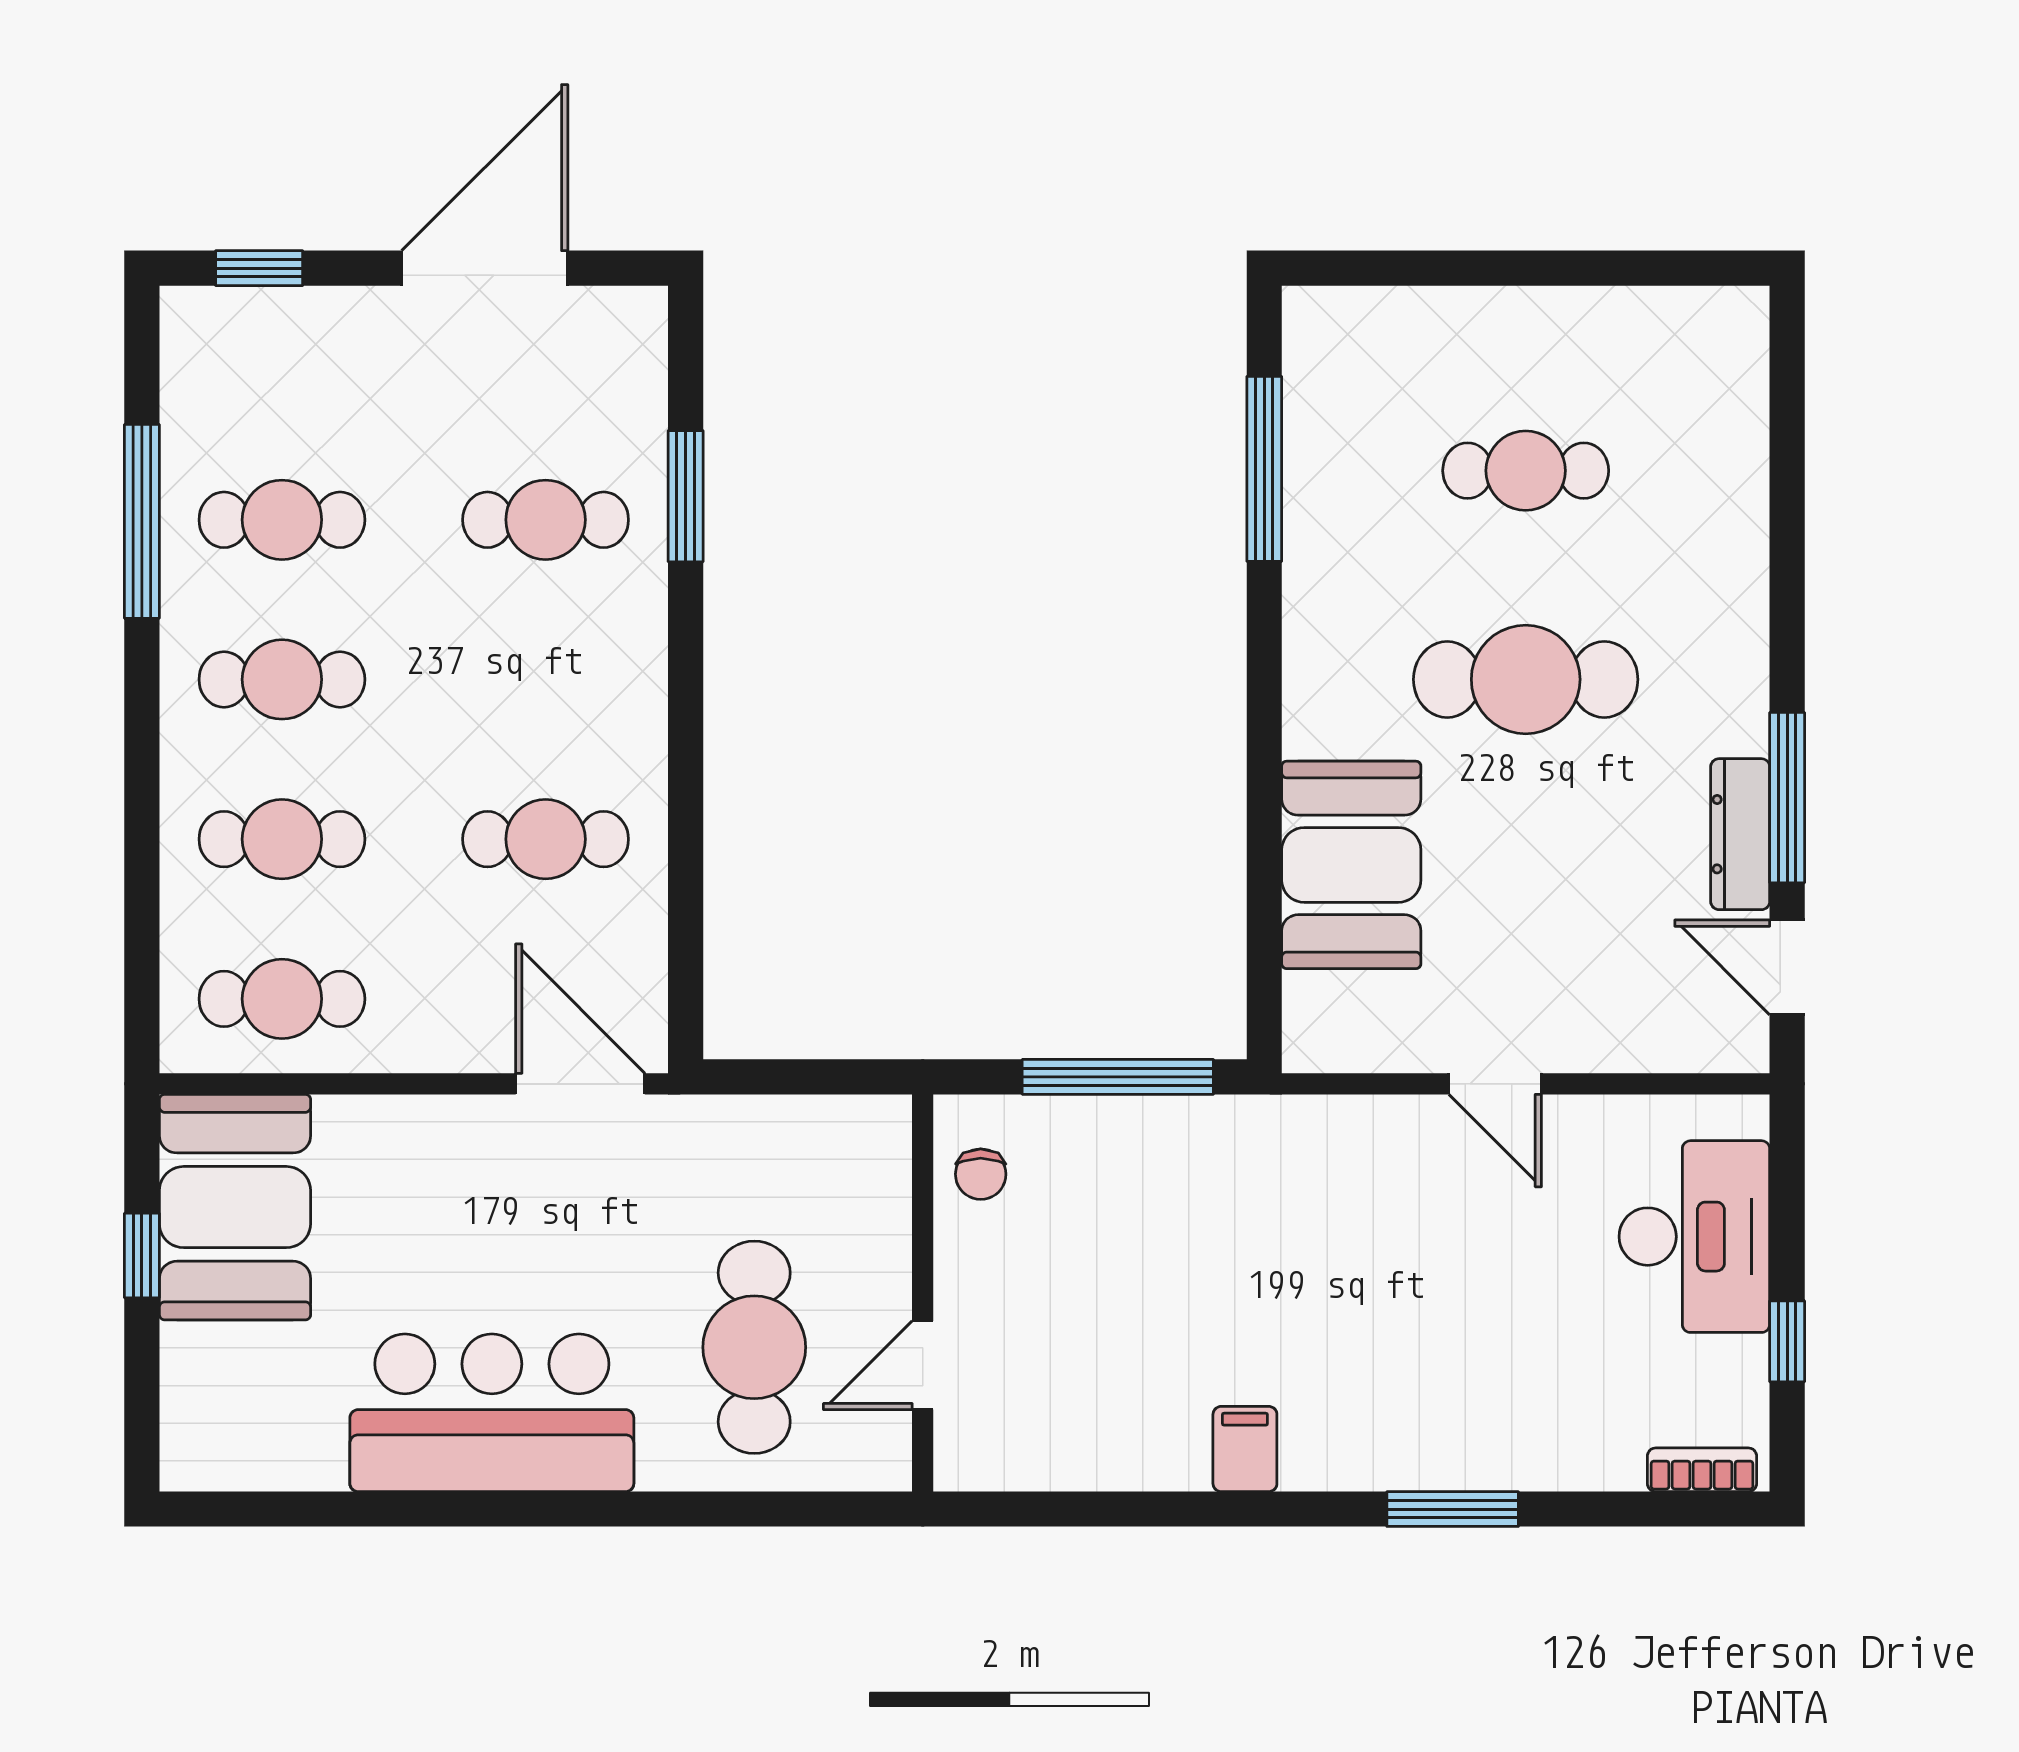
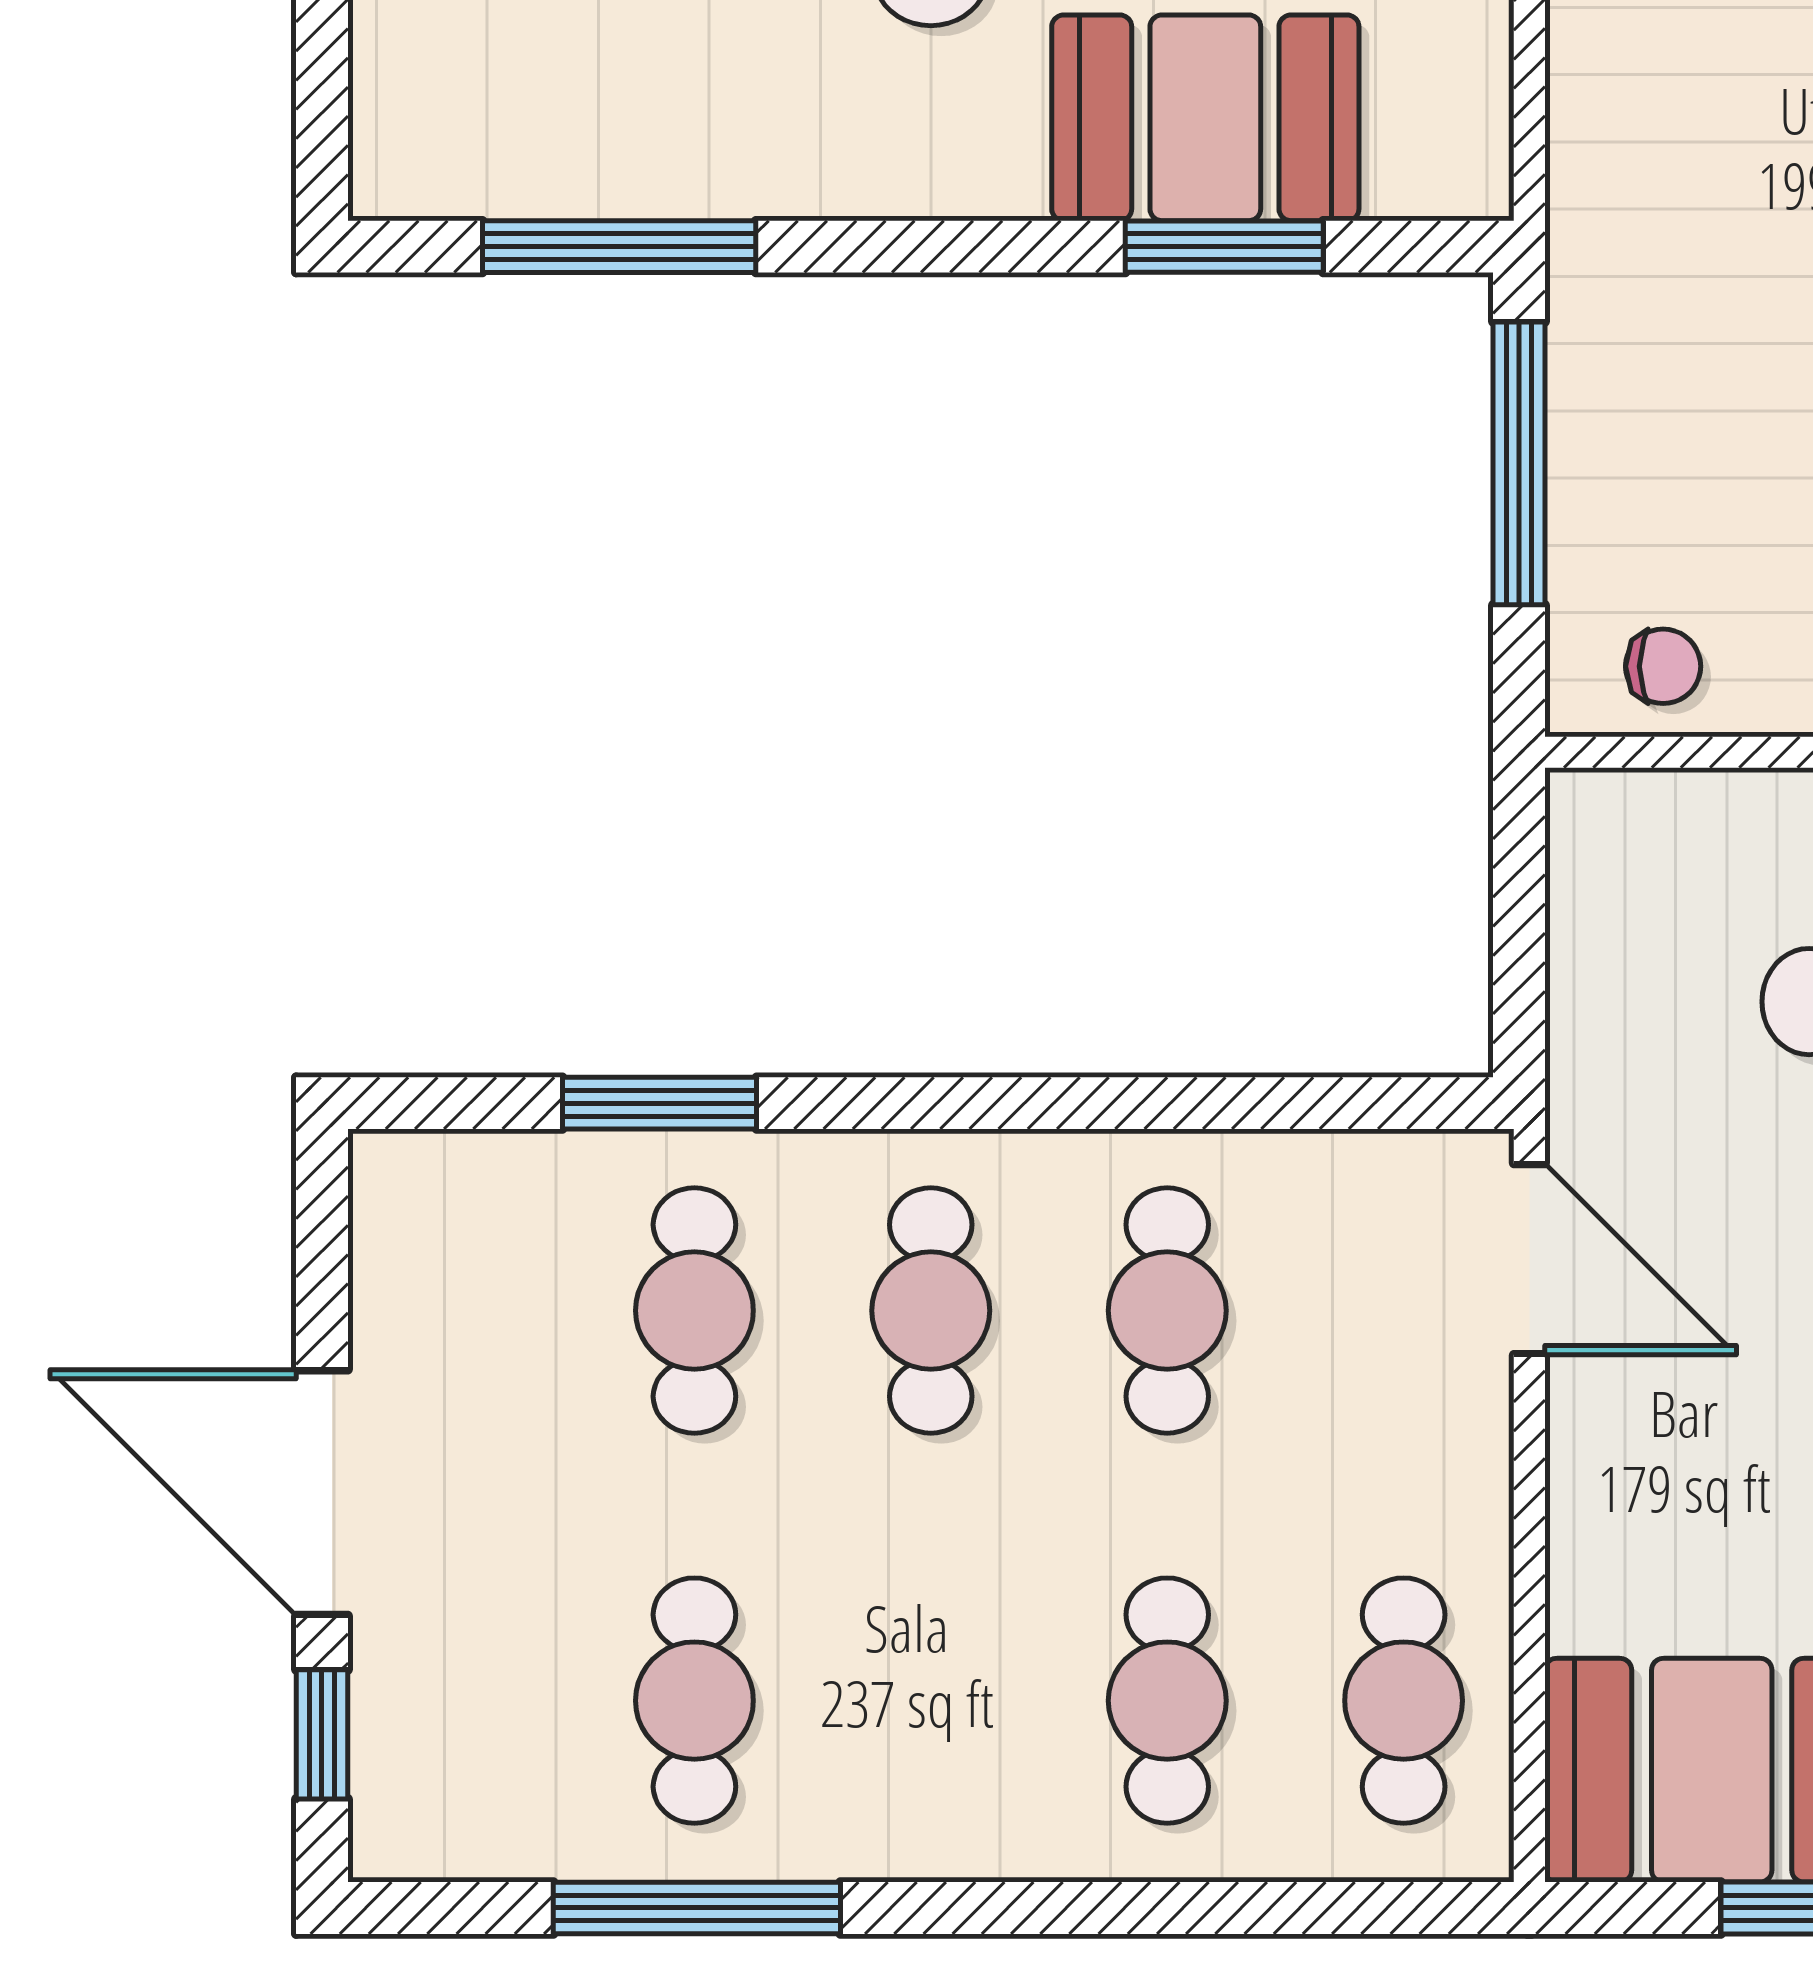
door: (485, 268) -> (322, 1493), moved
cafe table: (282, 679) -> (931, 1311), moved
window: (1264, 878) -> (1224, 247), added
door: (580, 1084) -> (1529, 1259), swing flipped

